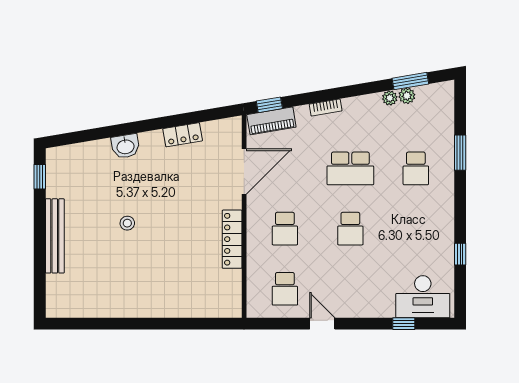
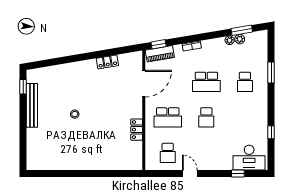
washbasin: (125, 146) -> (74, 69), removed
school desk: (285, 229) -> (168, 117), width x1.85
bench: (55, 236) -> (32, 105), moved
locker: (232, 239) -> (137, 130), width x0.66

